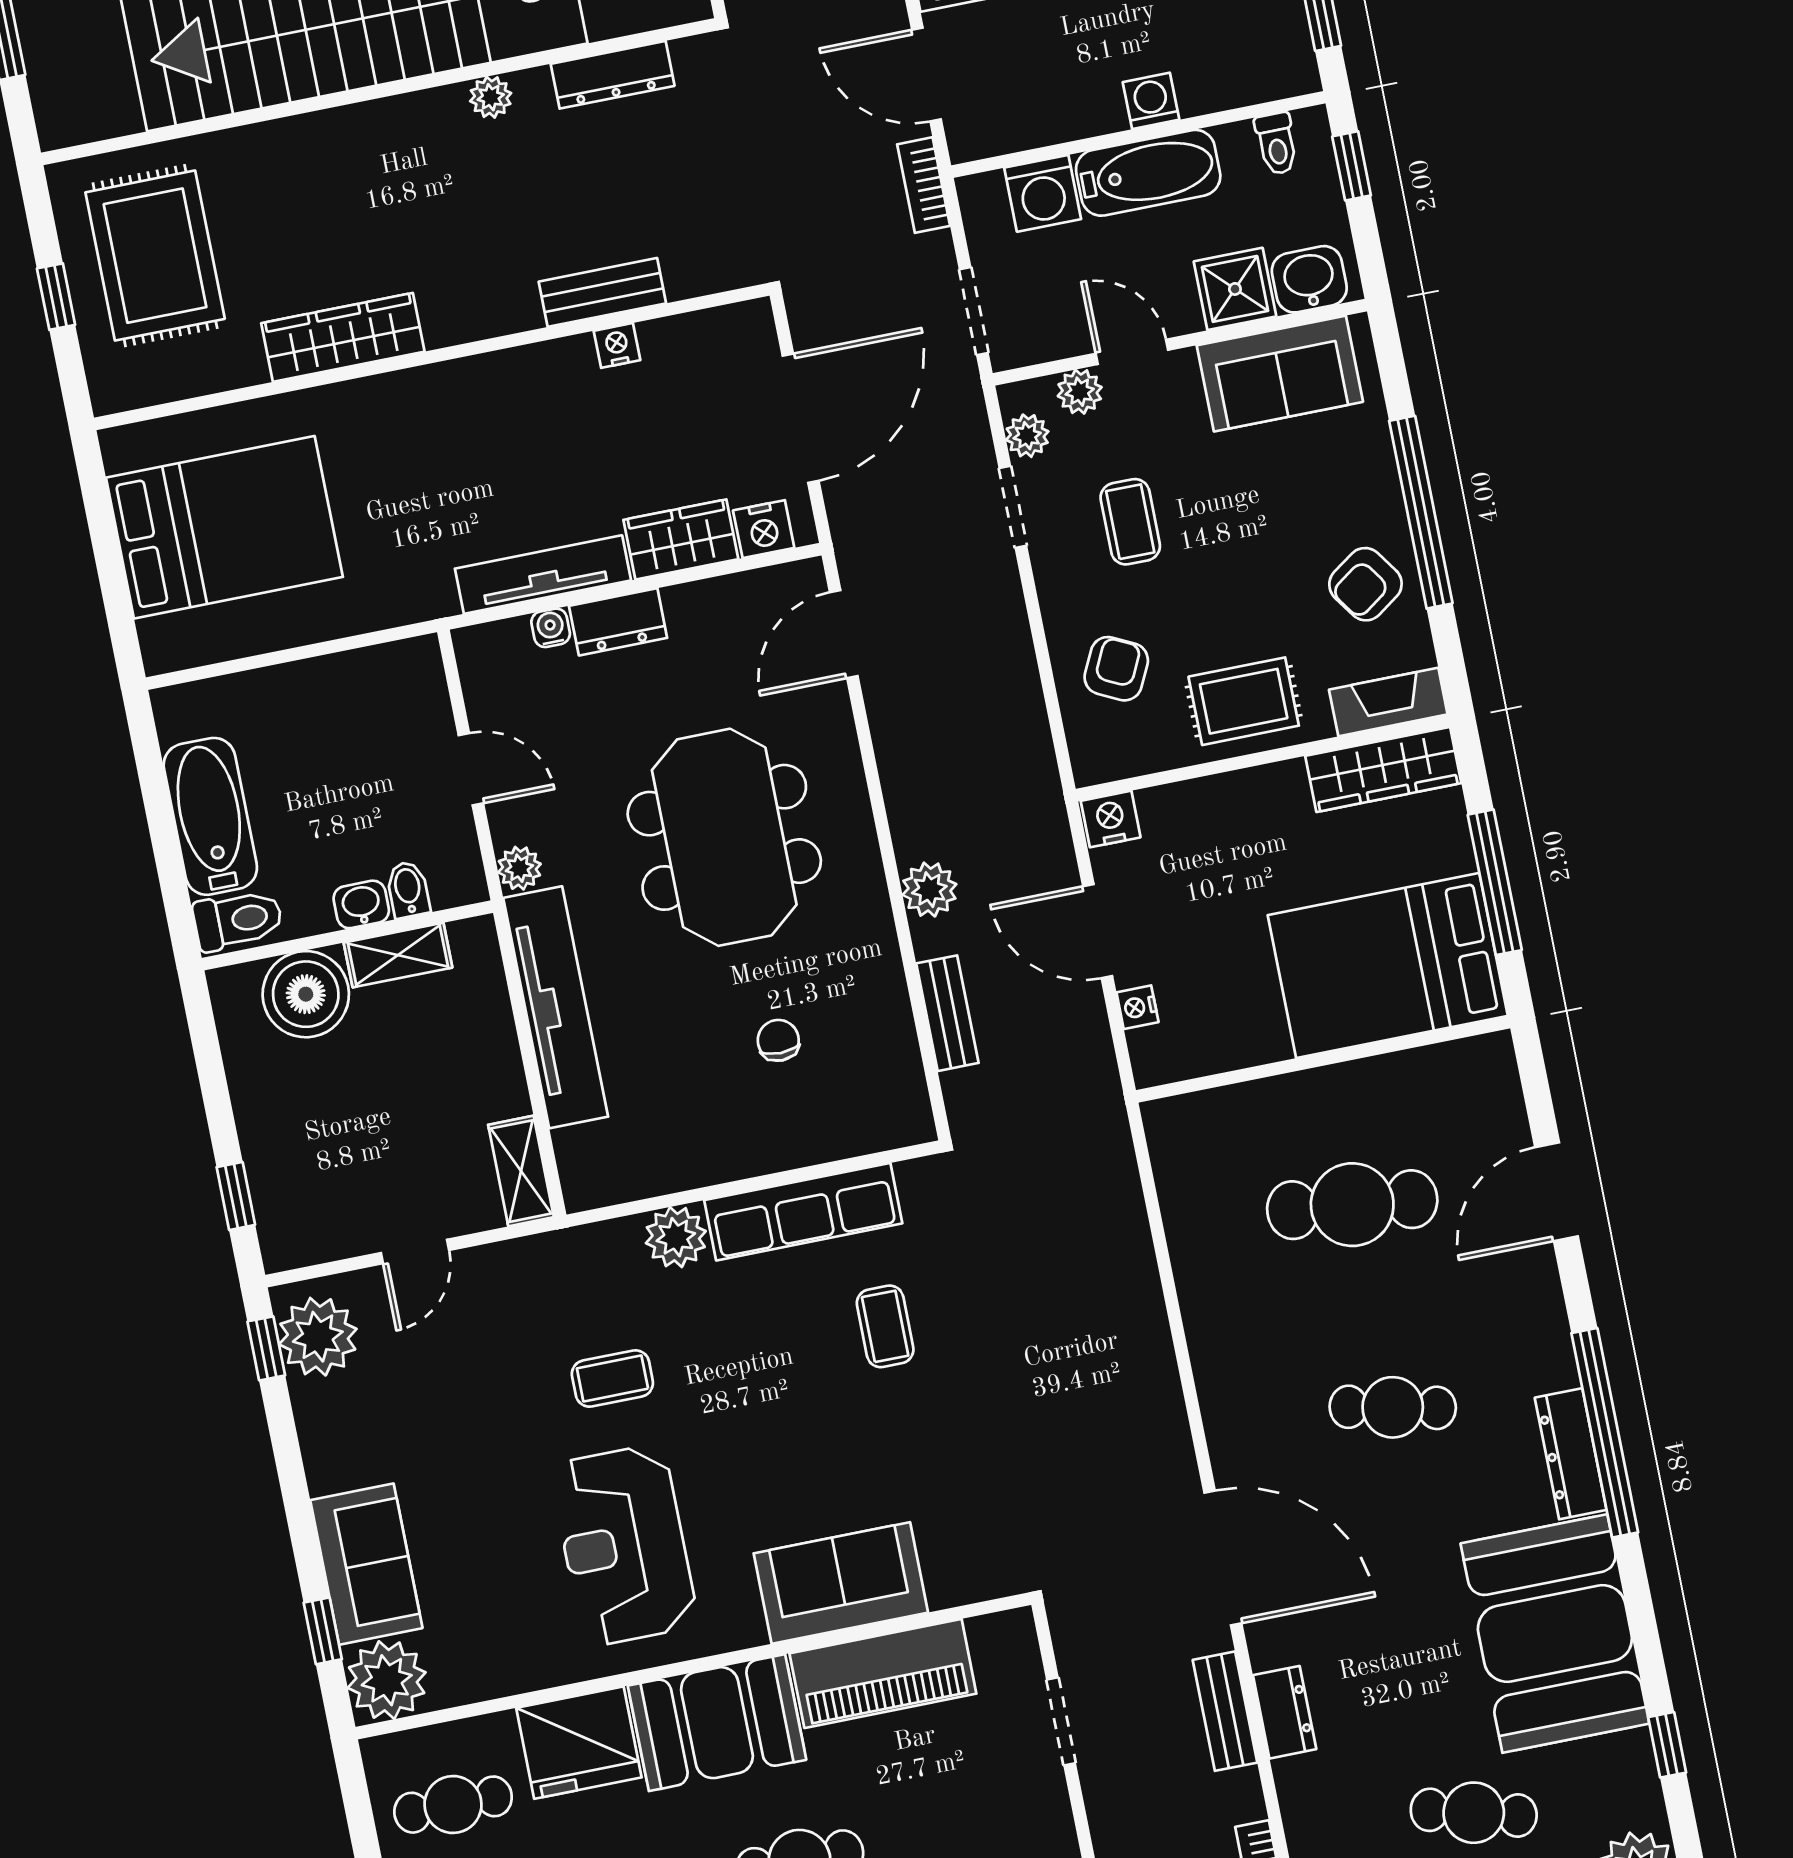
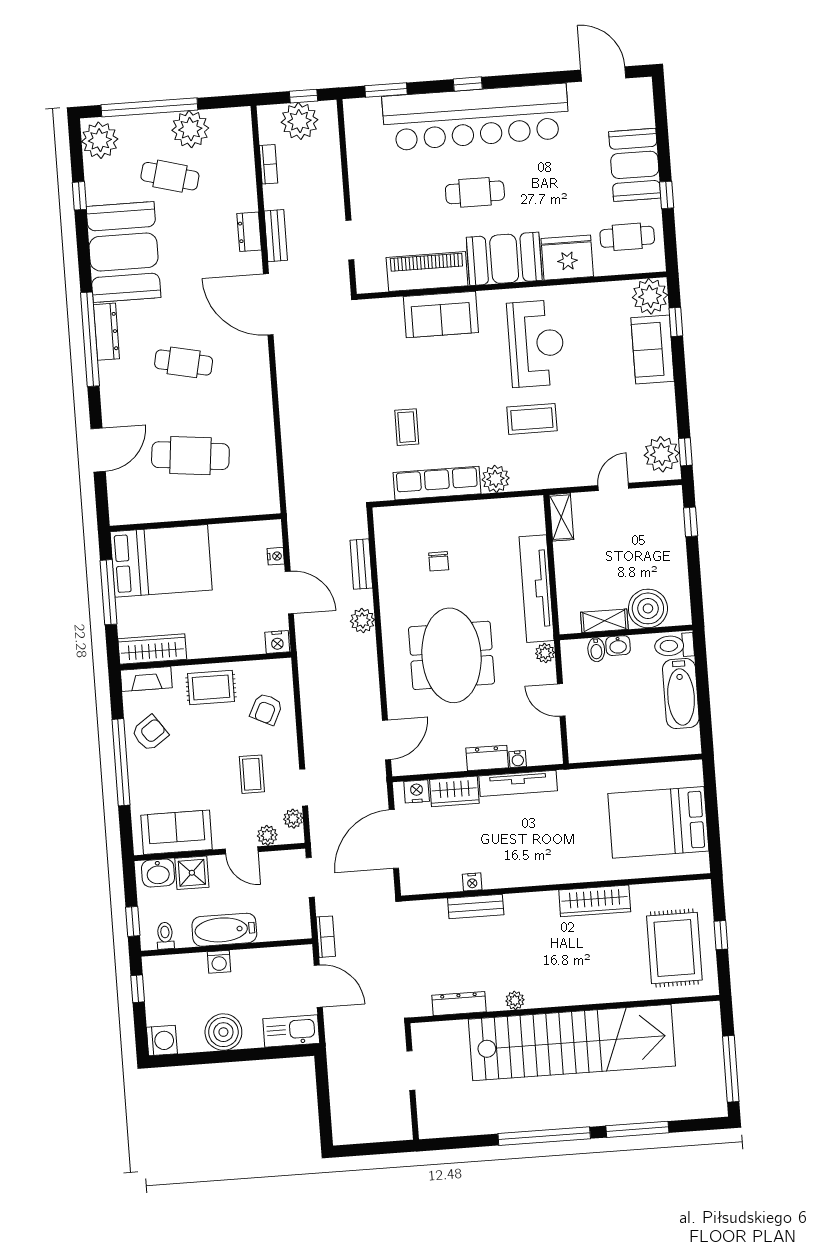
washing machine: (1043, 193) -> (273, 926), removed
coffee table: (612, 1378) -> (532, 419), width x1.36, depth x1.30

